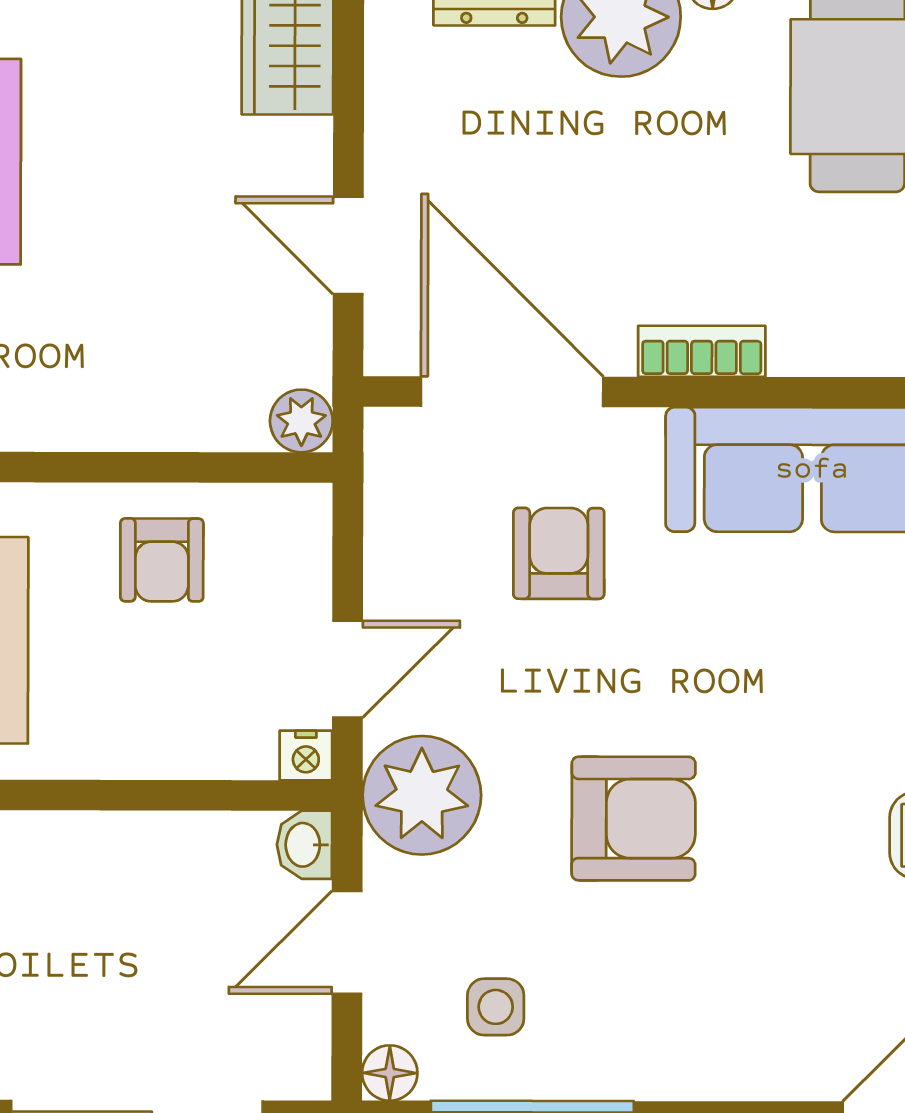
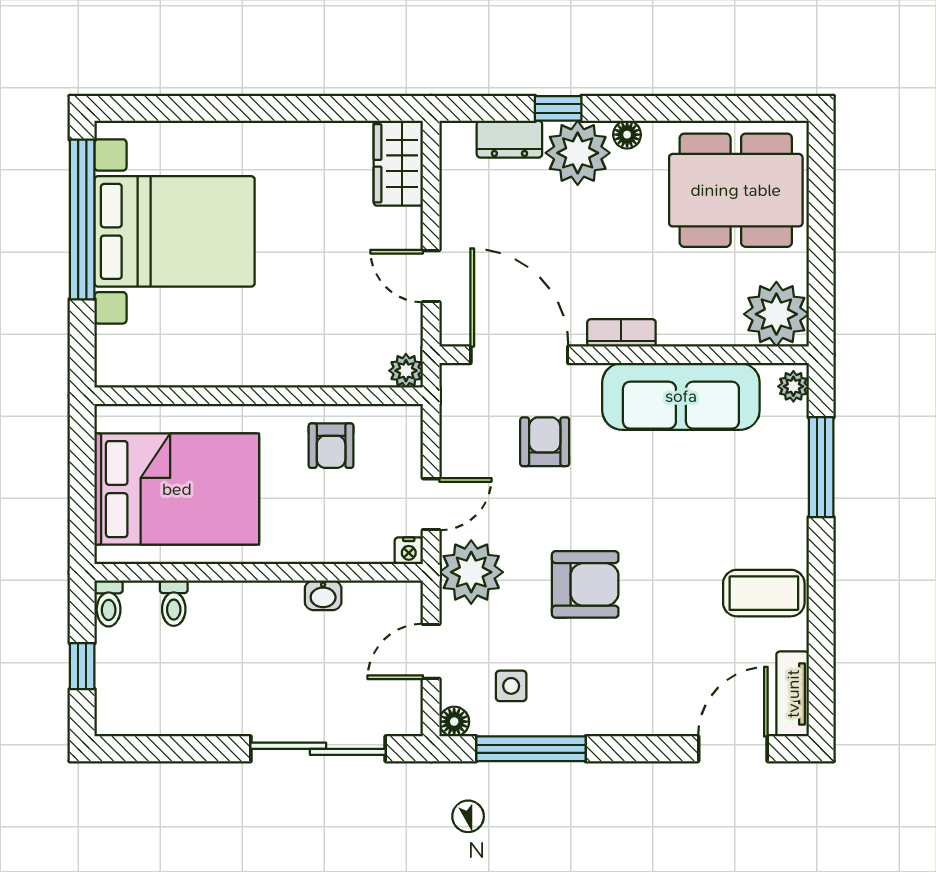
washbasin: (304, 845) -> (323, 595), moved, turned -90

